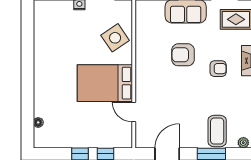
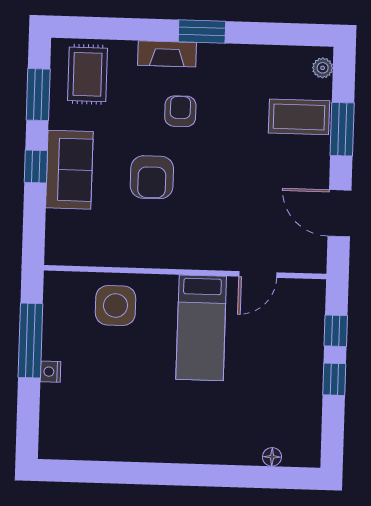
side table: (115, 38) -> (116, 306), turned 34
bed: (105, 83) -> (201, 328), width x0.67

